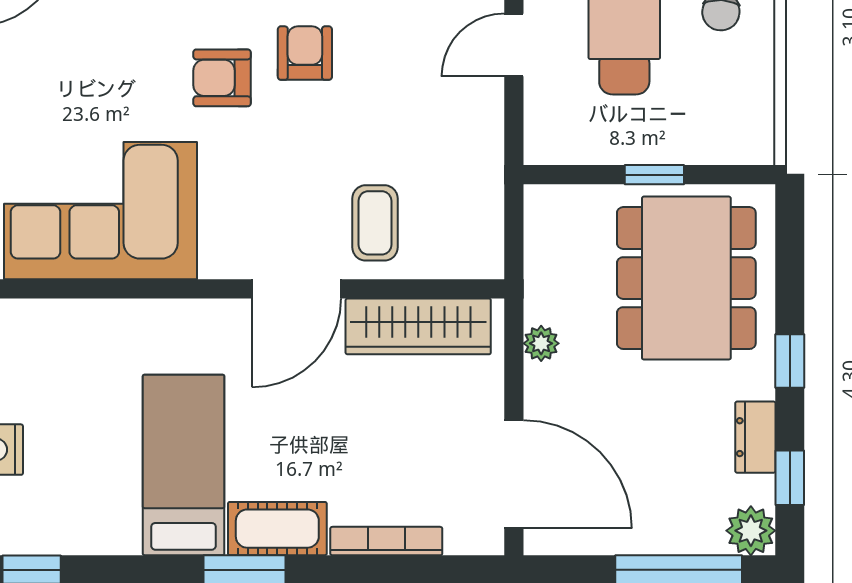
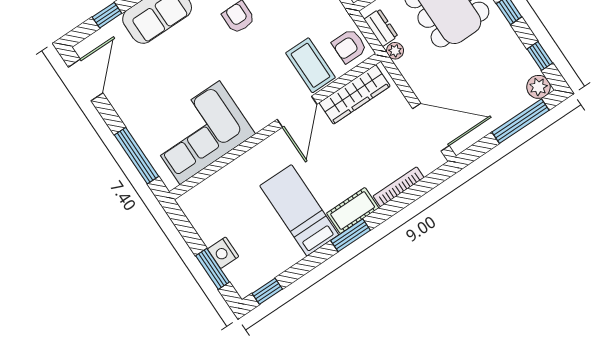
armchair: (222, 78) -> (349, 46), moved
coffee table: (375, 223) -> (310, 65), width x1.36, depth x1.30
plant: (541, 343) -> (395, 51), moved
dresser: (755, 437) -> (381, 28), moved, turned 180

